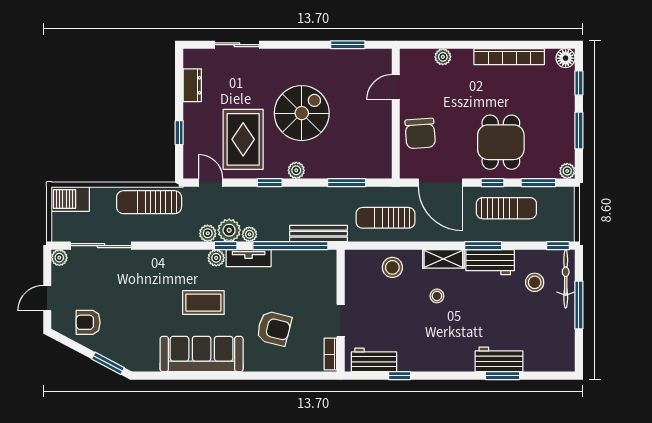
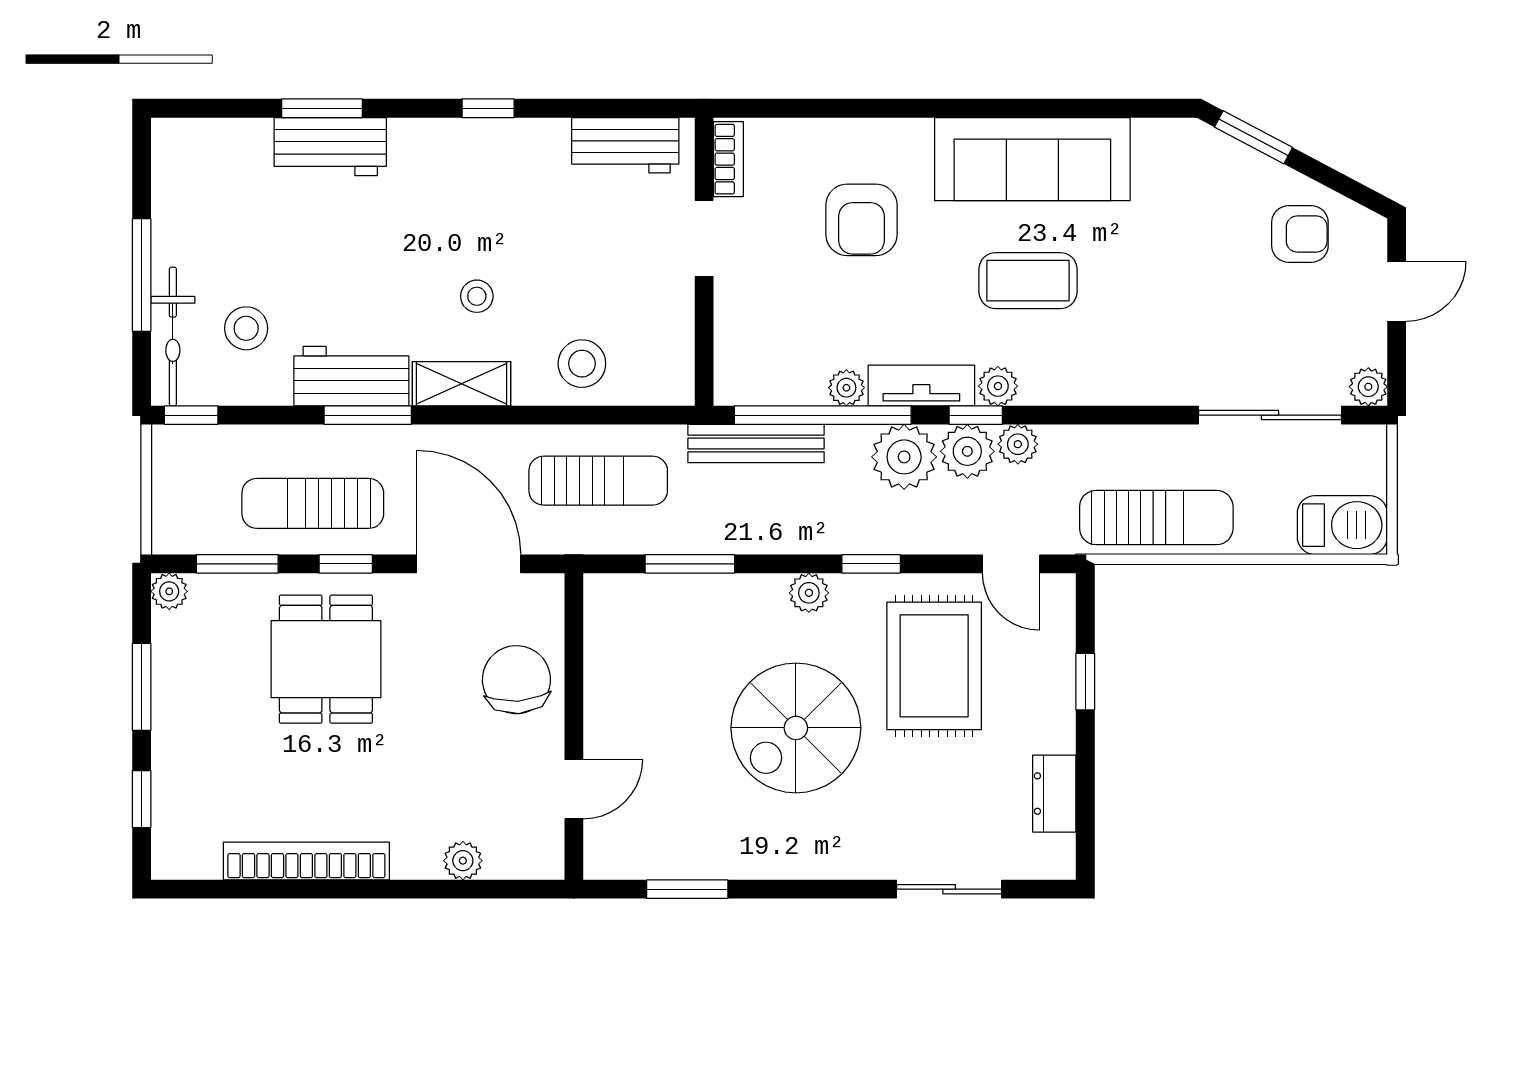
floor lamp: (566, 58) -> (173, 858), removed
plant: (249, 234) -> (904, 457), width x1.88, depth x1.88
plant: (280, 257) -> (846, 388), added
armchair: (274, 328) -> (862, 220), turned -104
window: (400, 376) -> (488, 108), moved

